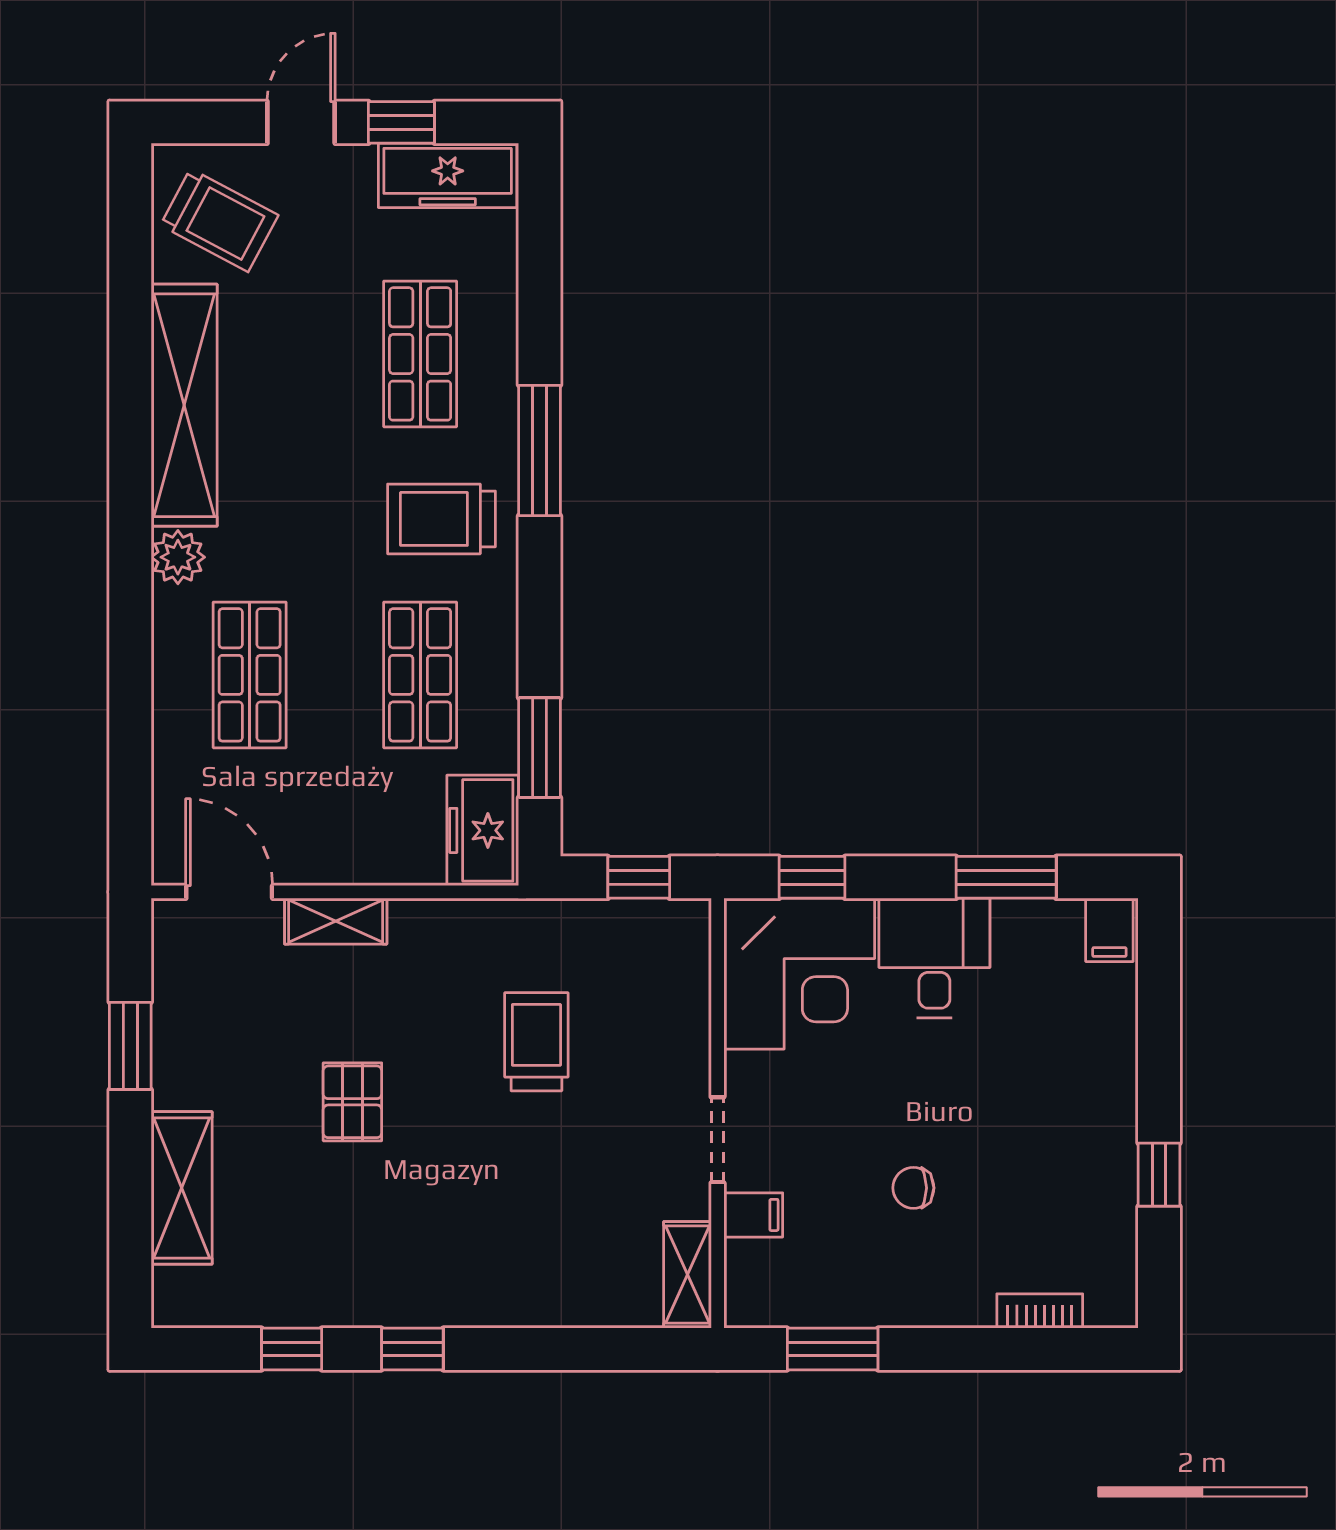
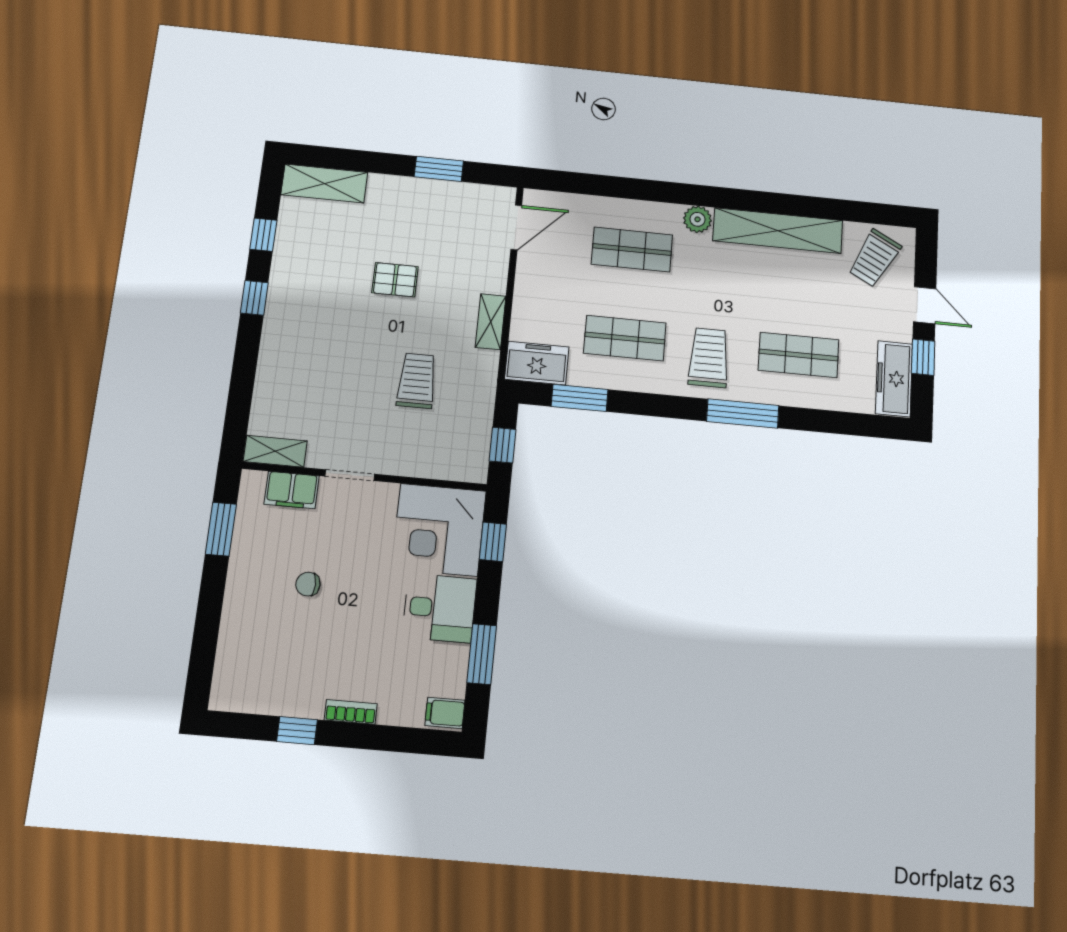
shelving: (336, 921) -> (491, 322), moved
trolley: (536, 1042) -> (417, 381), turned -90
shelving: (182, 1188) -> (324, 184), moved
chair: (913, 1188) -> (308, 584), turned -90
filing cabinet: (753, 1215) -> (292, 490), width x2.00
bookcase: (1040, 1311) -> (351, 712), moved, turned -90

